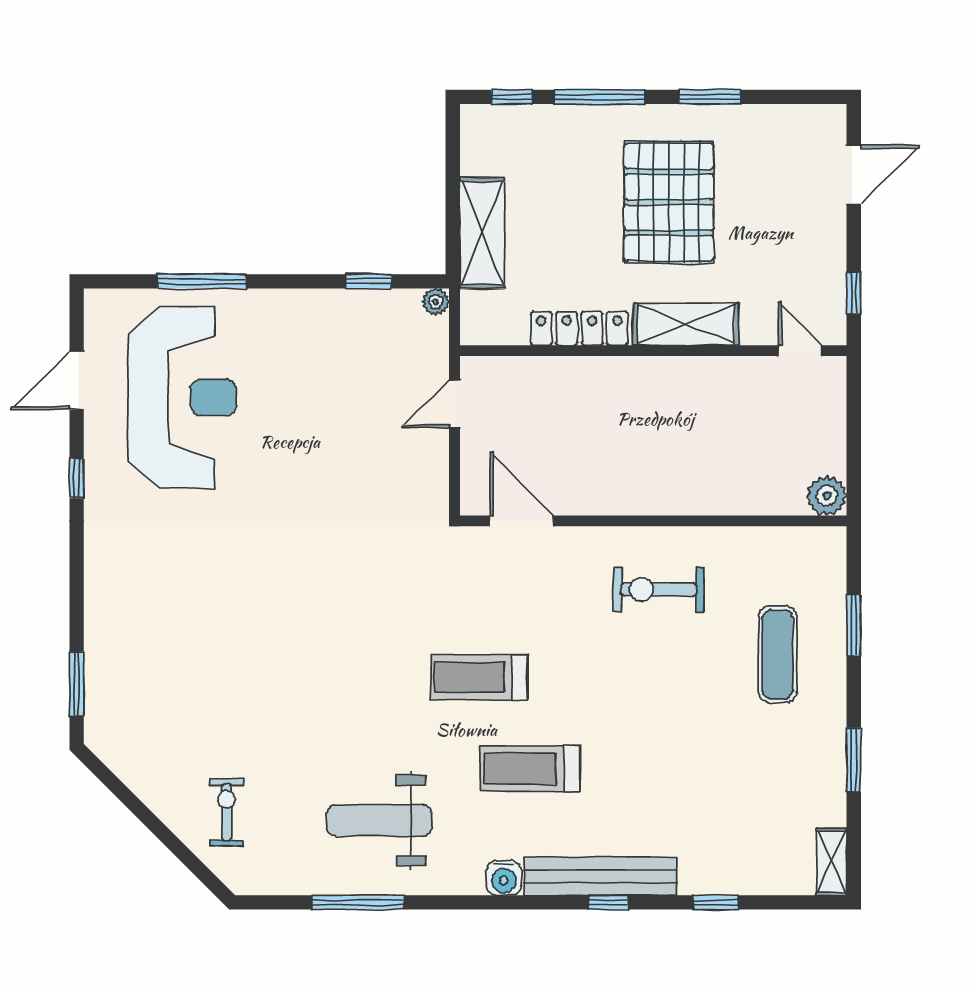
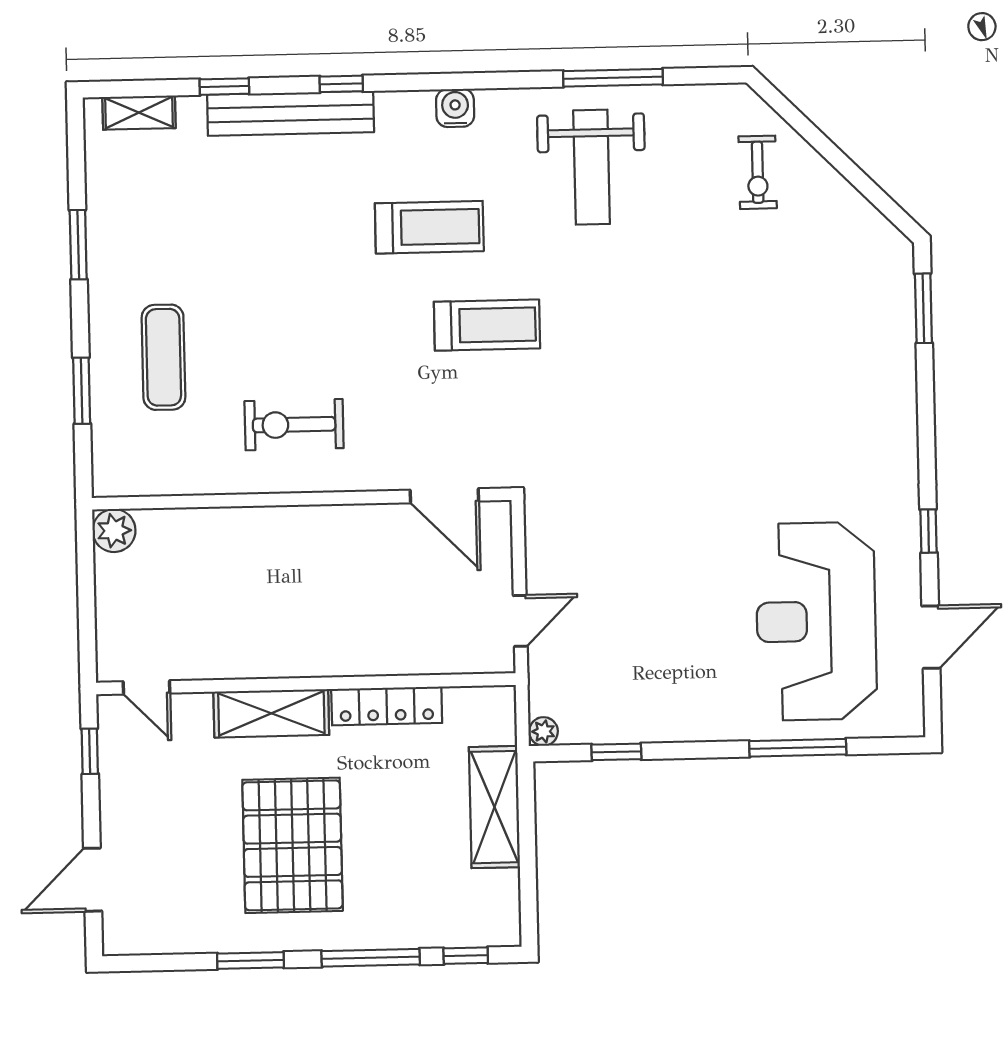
exercise bike: (659, 590) -> (294, 425), turned 180
weight bench: (379, 820) -> (592, 167), turned 90
shelving: (832, 862) -> (139, 113), moved, turned 90
bench: (601, 876) -> (291, 113), moved

